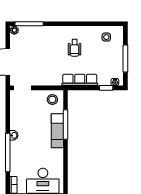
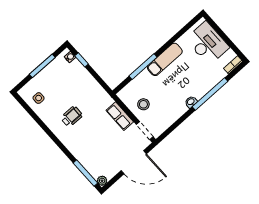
row of seats: (80, 80) -> (120, 116), moved, width x0.68
stool: (52, 99) -> (143, 104), moved
exam couch: (57, 131) -> (165, 59), moved

